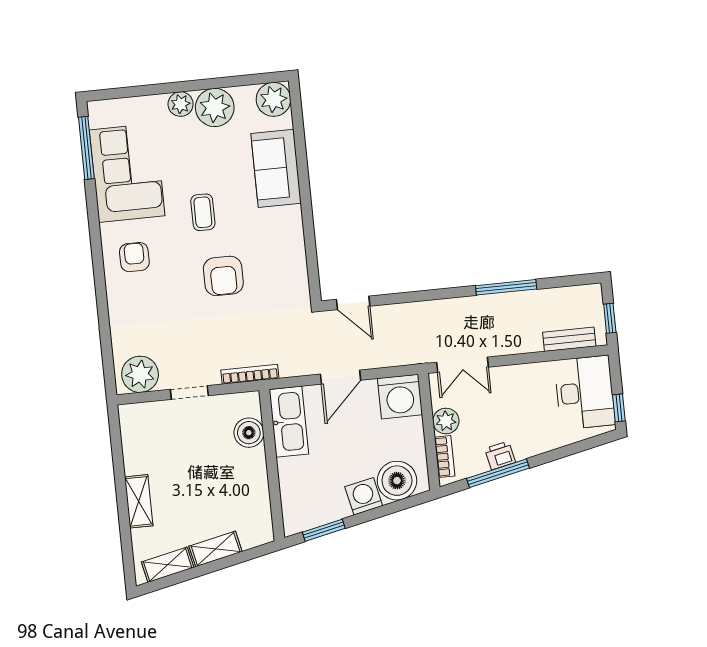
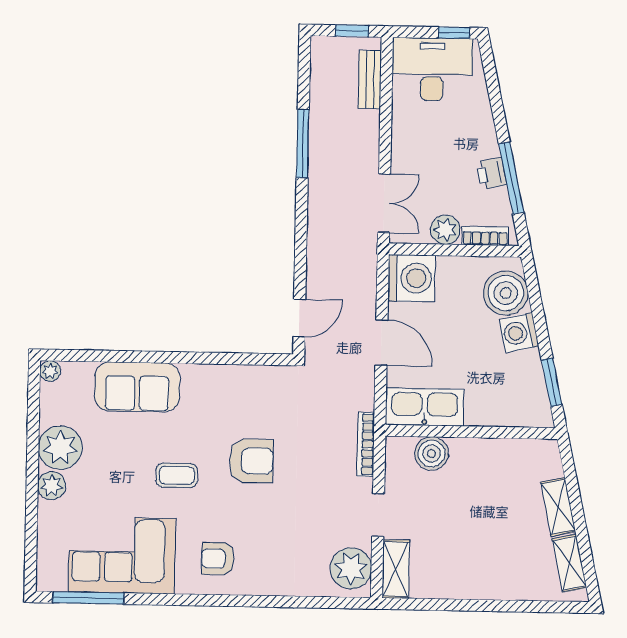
plant: (273, 99) -> (50, 371), width x0.53, depth x0.53
shelving: (139, 501) -> (396, 569), moved, turned 90

